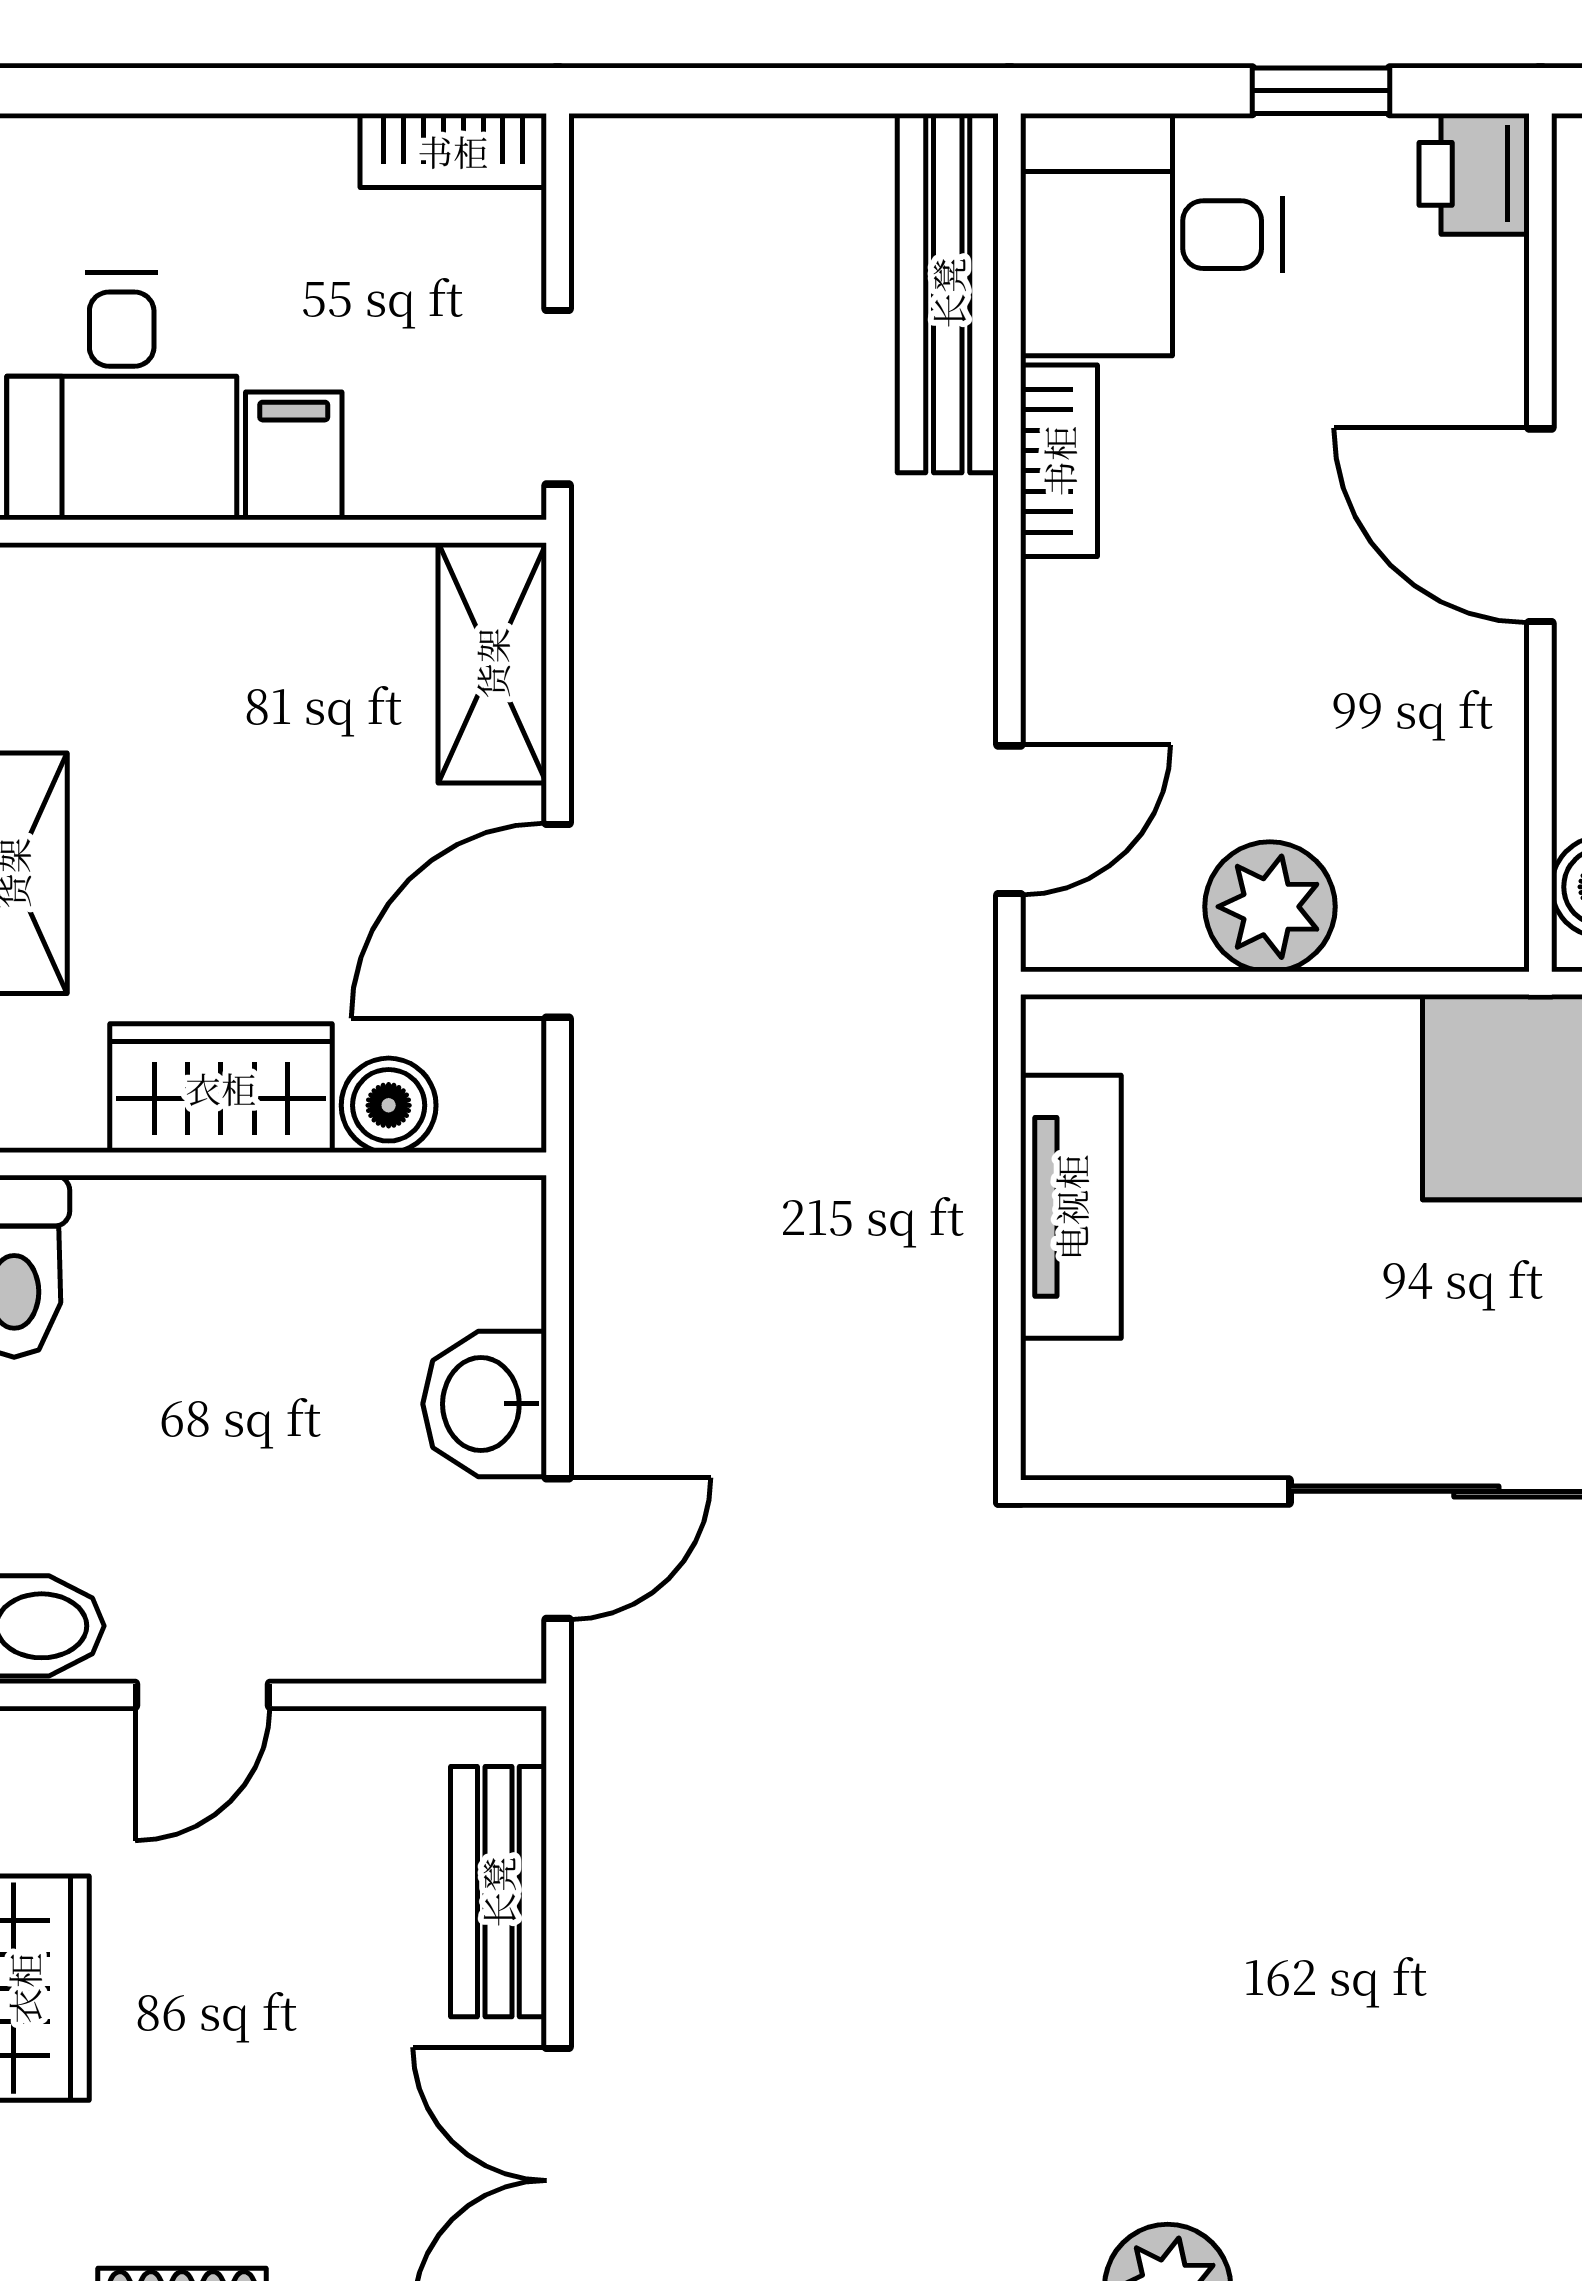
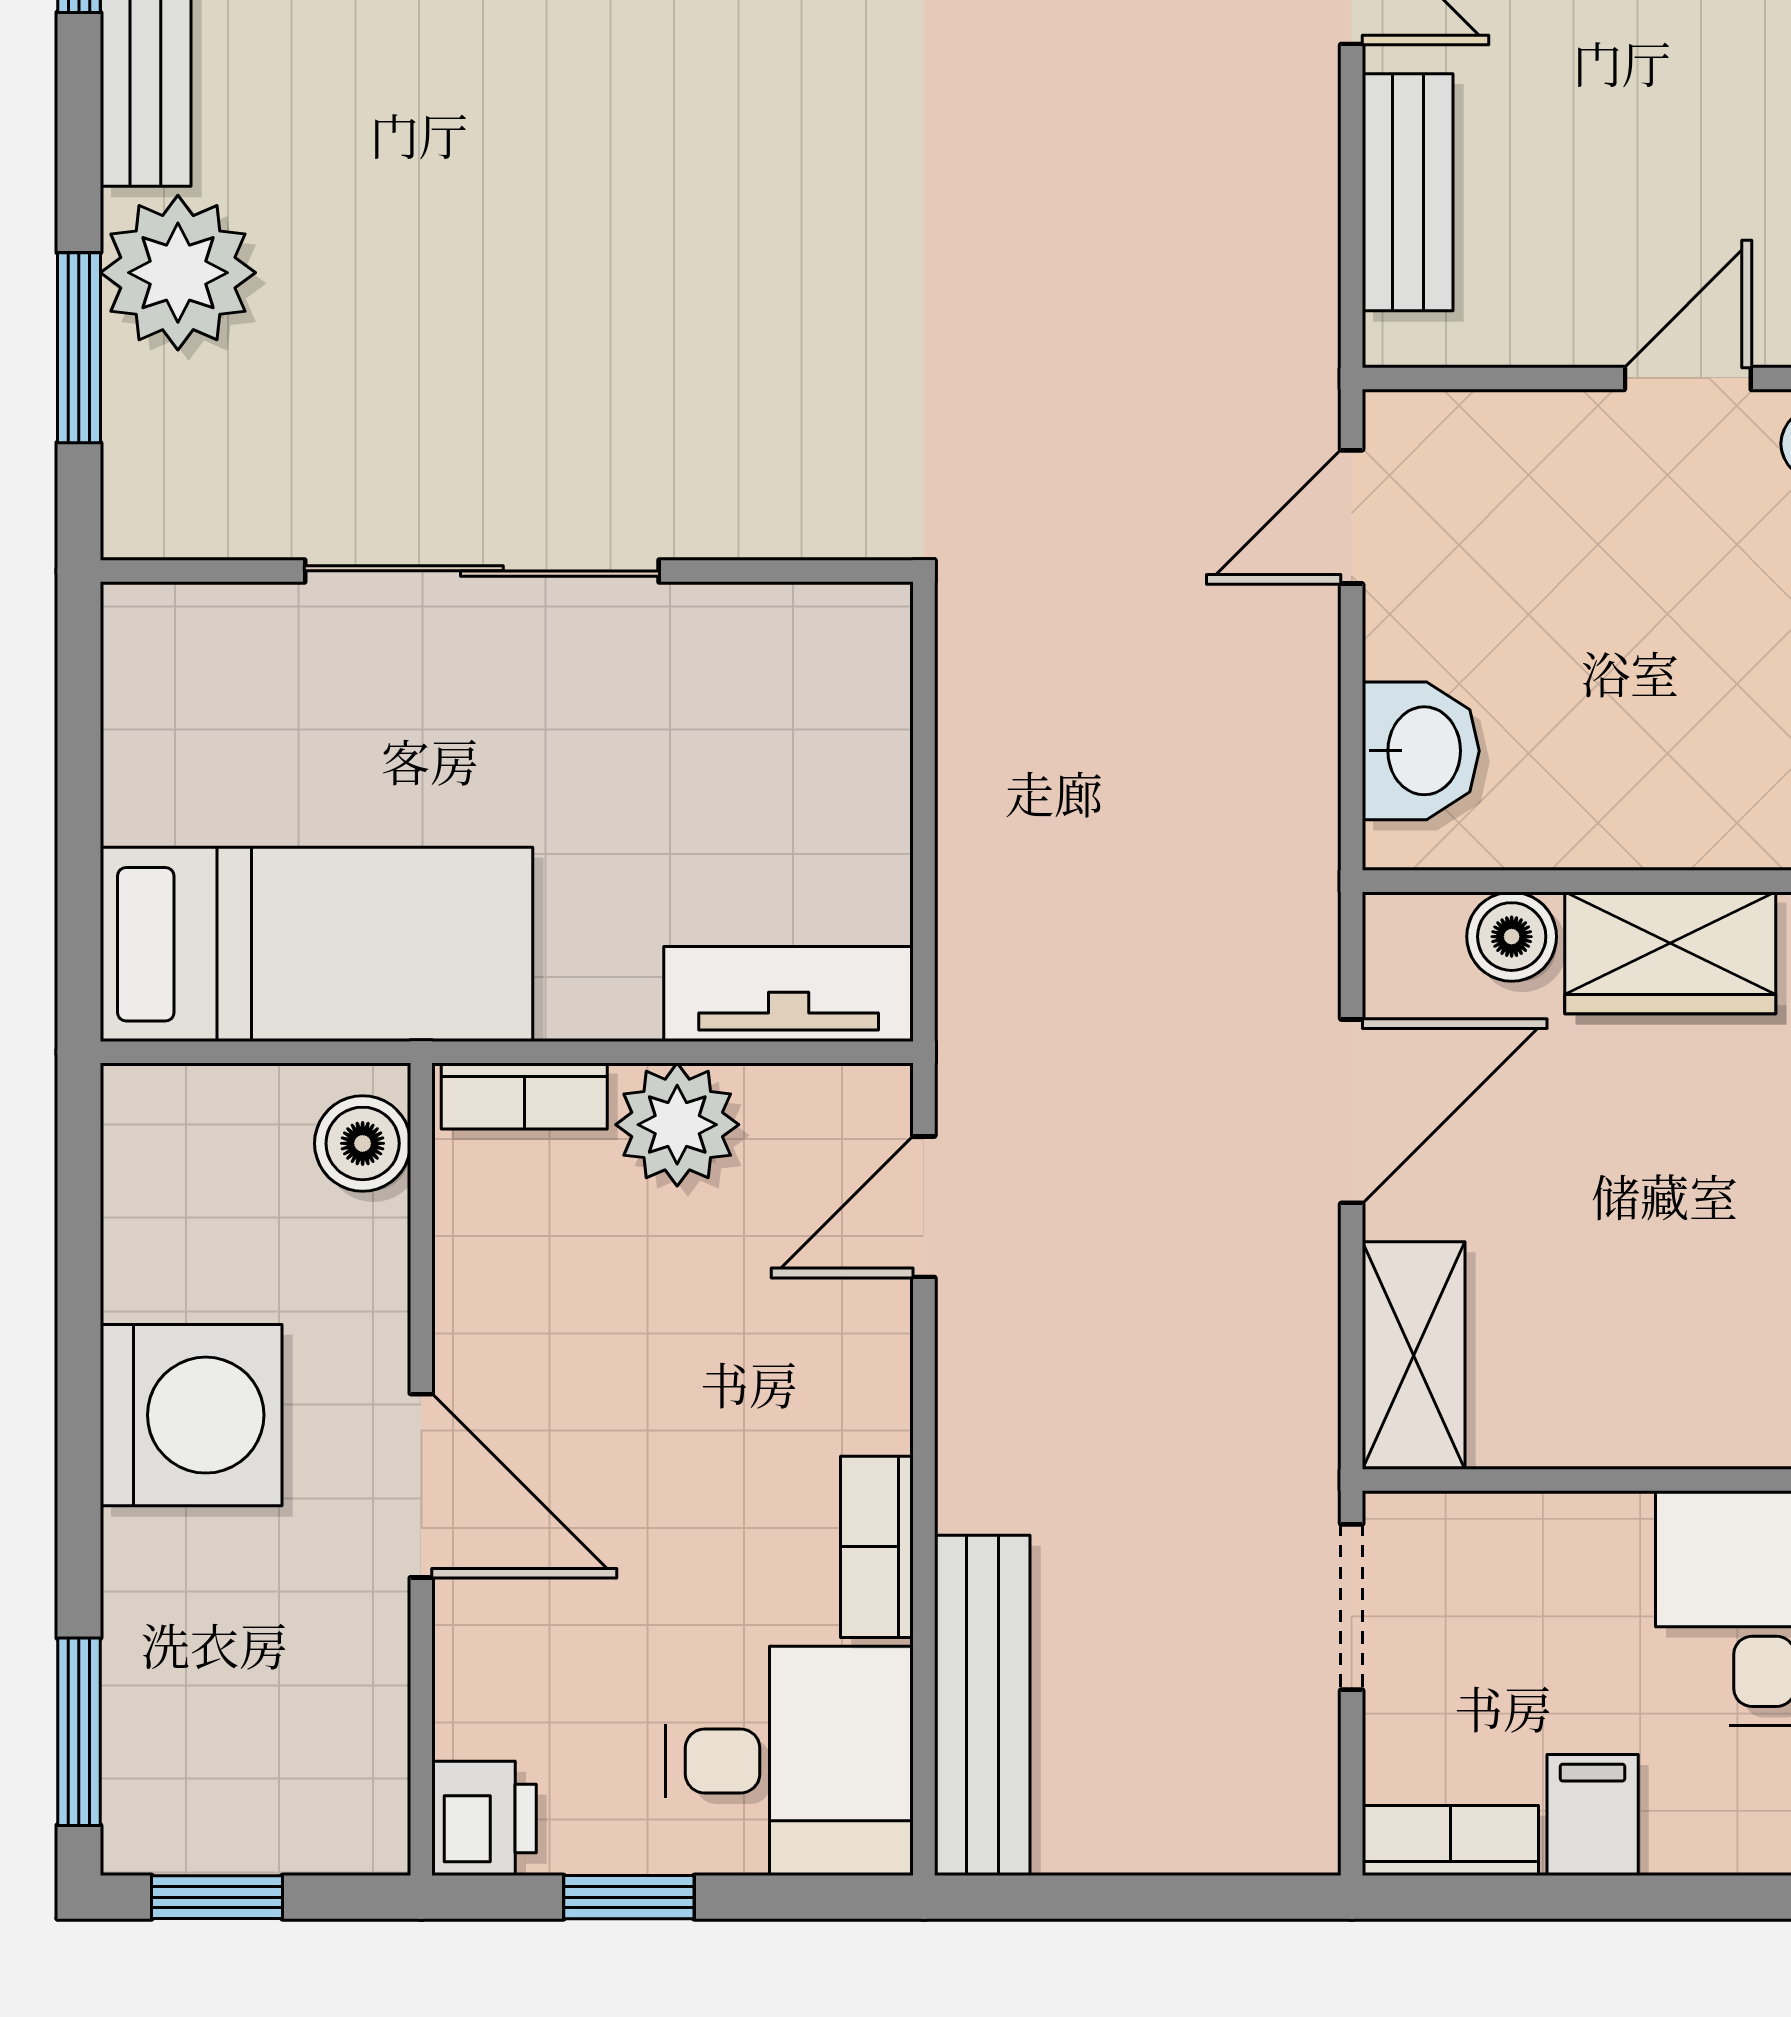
filing cabinet: (294, 456) -> (1593, 1815), moved, turned 180
bookcase: (1432, 937) -> (524, 1096), added
tv unit: (1071, 1207) -> (789, 994), moved, turned 90
washbasin: (485, 1404) -> (1421, 751), moved

